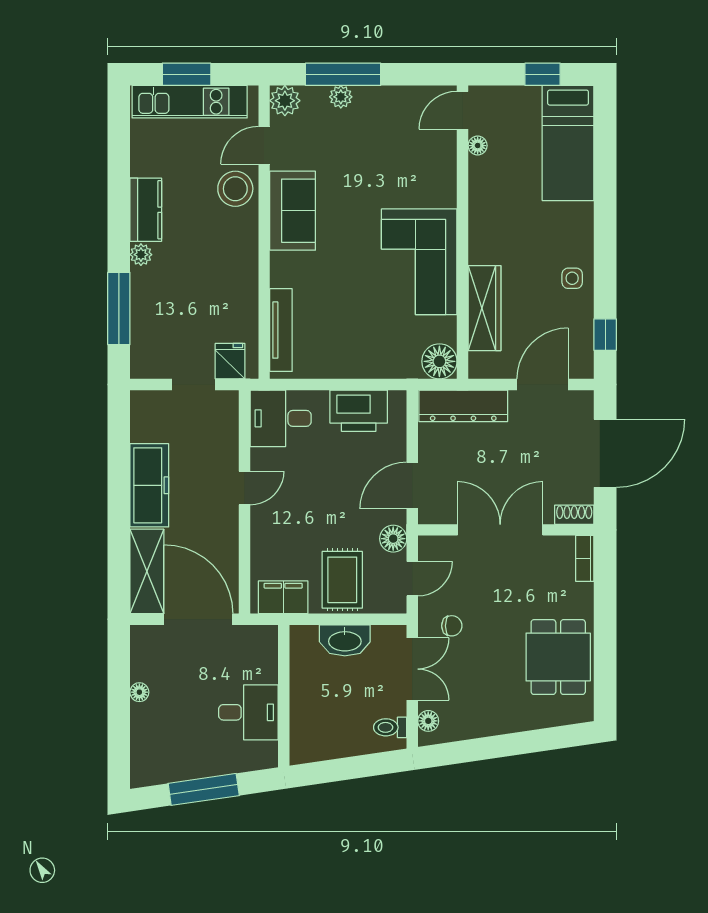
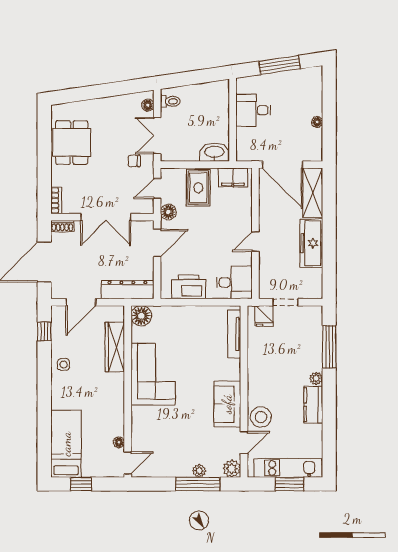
washbasin: (345, 640) -> (214, 152), moved

